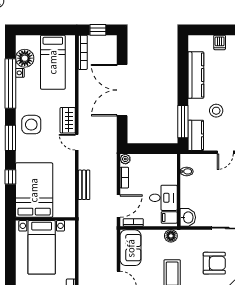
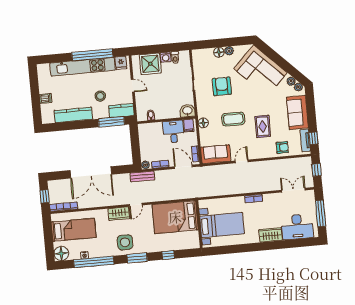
floor lamp: (25, 58) -> (61, 253), moved
bench: (84, 185) -> (142, 176), moved
bed: (34, 190) -> (175, 217), moved

